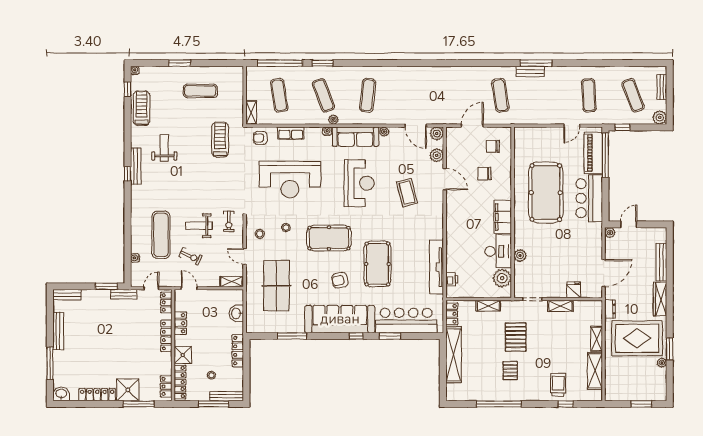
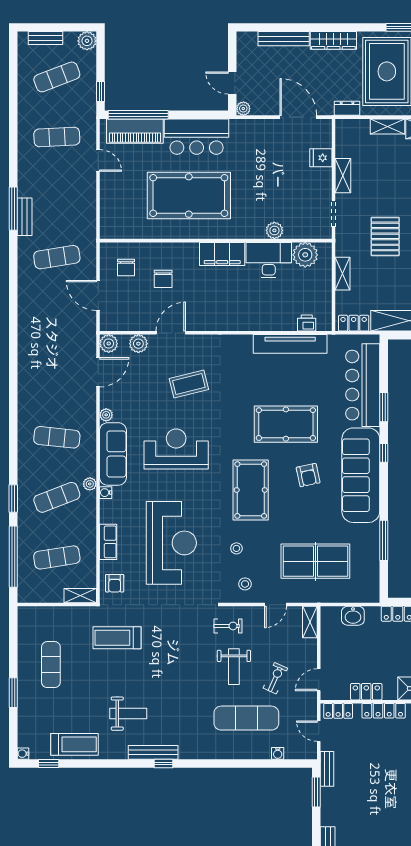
treadmill: (142, 108) -> (74, 744), turned 180
weight bench: (164, 148) -> (128, 714), turned 180
pallet: (516, 337) -> (385, 236), turned 90

